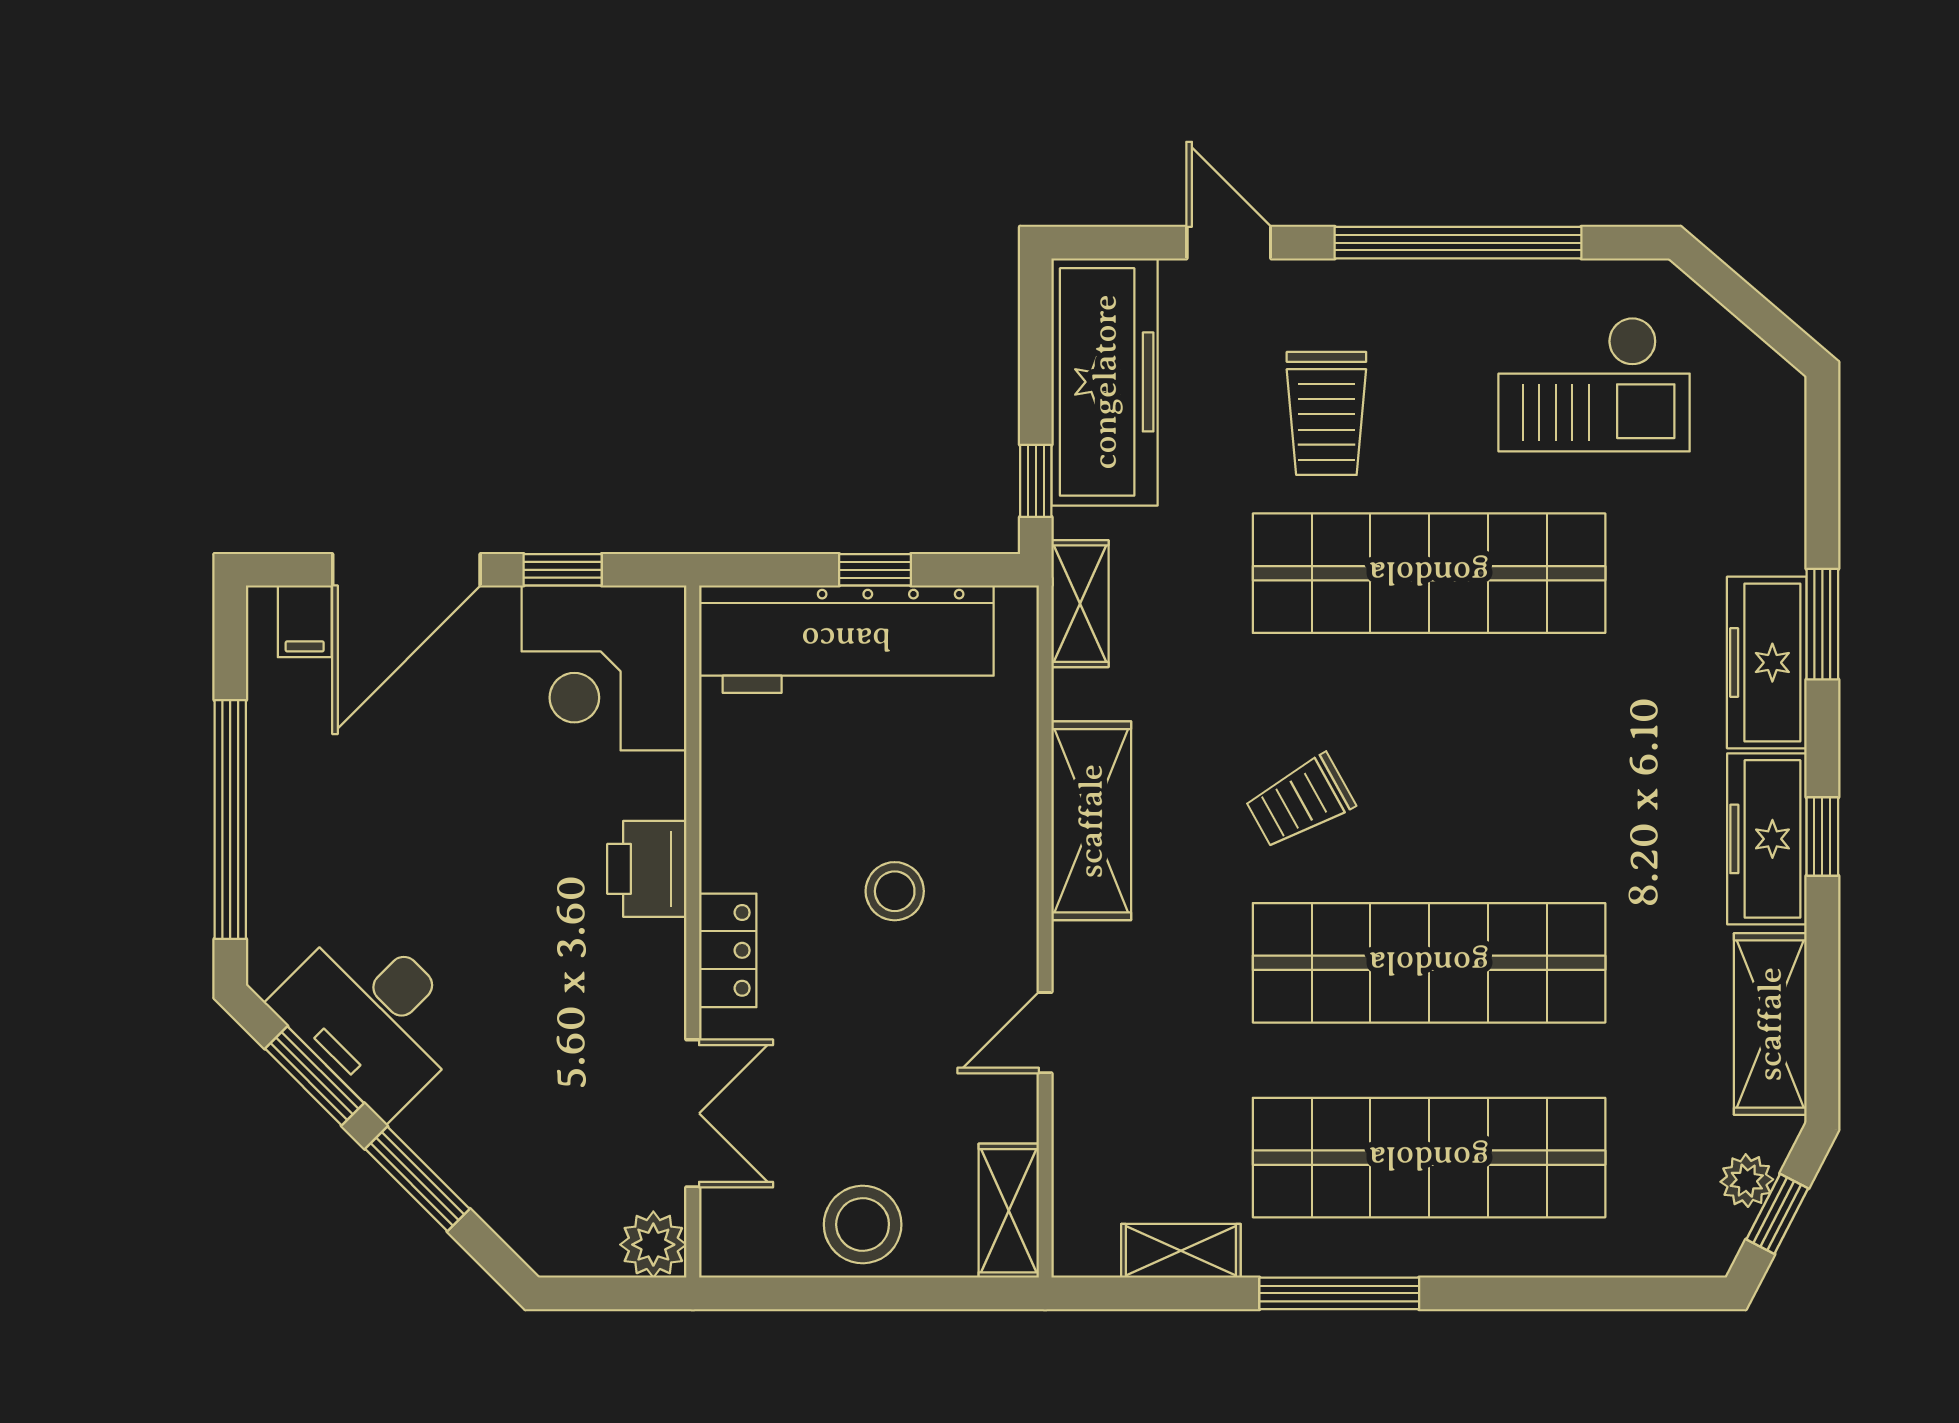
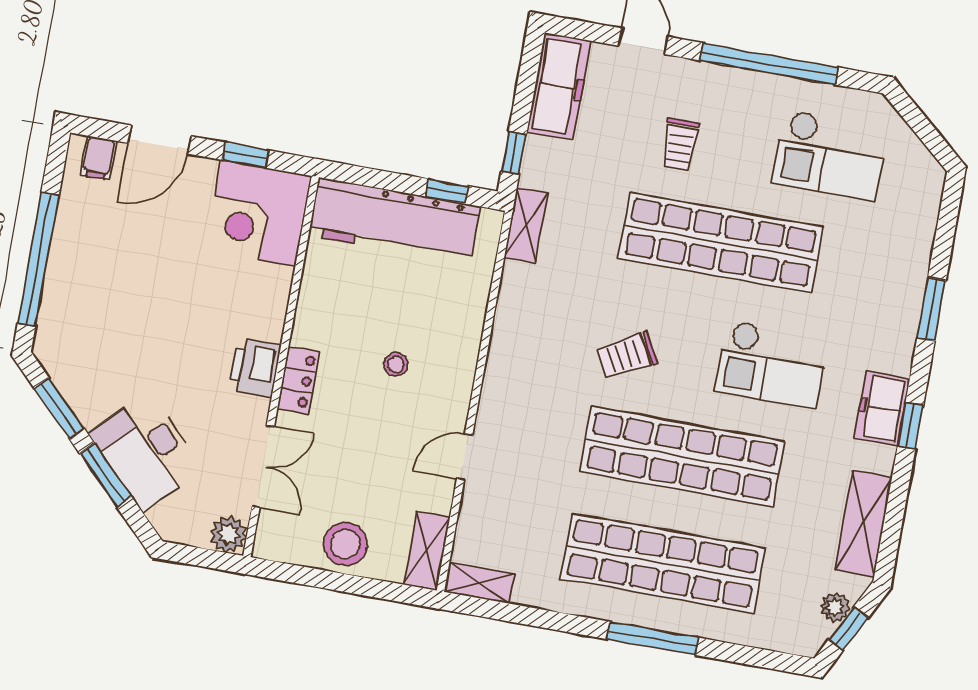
freezer: (1105, 382) -> (559, 86), width x0.73, depth x0.79
trolley: (1326, 413) -> (680, 145), width x0.73, depth x0.72
door: (406, 570) -> (160, 140), width x0.73
window: (875, 570) -> (447, 191), moved
freezer: (1767, 663) -> (897, 325), removed
checkout: (1557, 772) -> (771, 364), added
shelving: (1091, 821) -> (511, 345), removed
freezer: (1767, 839) -> (882, 408), width x0.71
printer: (647, 869) -> (255, 368), moved
stool: (895, 891) -> (396, 364), width x0.73, depth x0.73
desk: (373, 1016) -> (146, 451), moved
shelving: (1181, 1251) -> (479, 583), moved
window: (1339, 1293) -> (653, 638), moved

